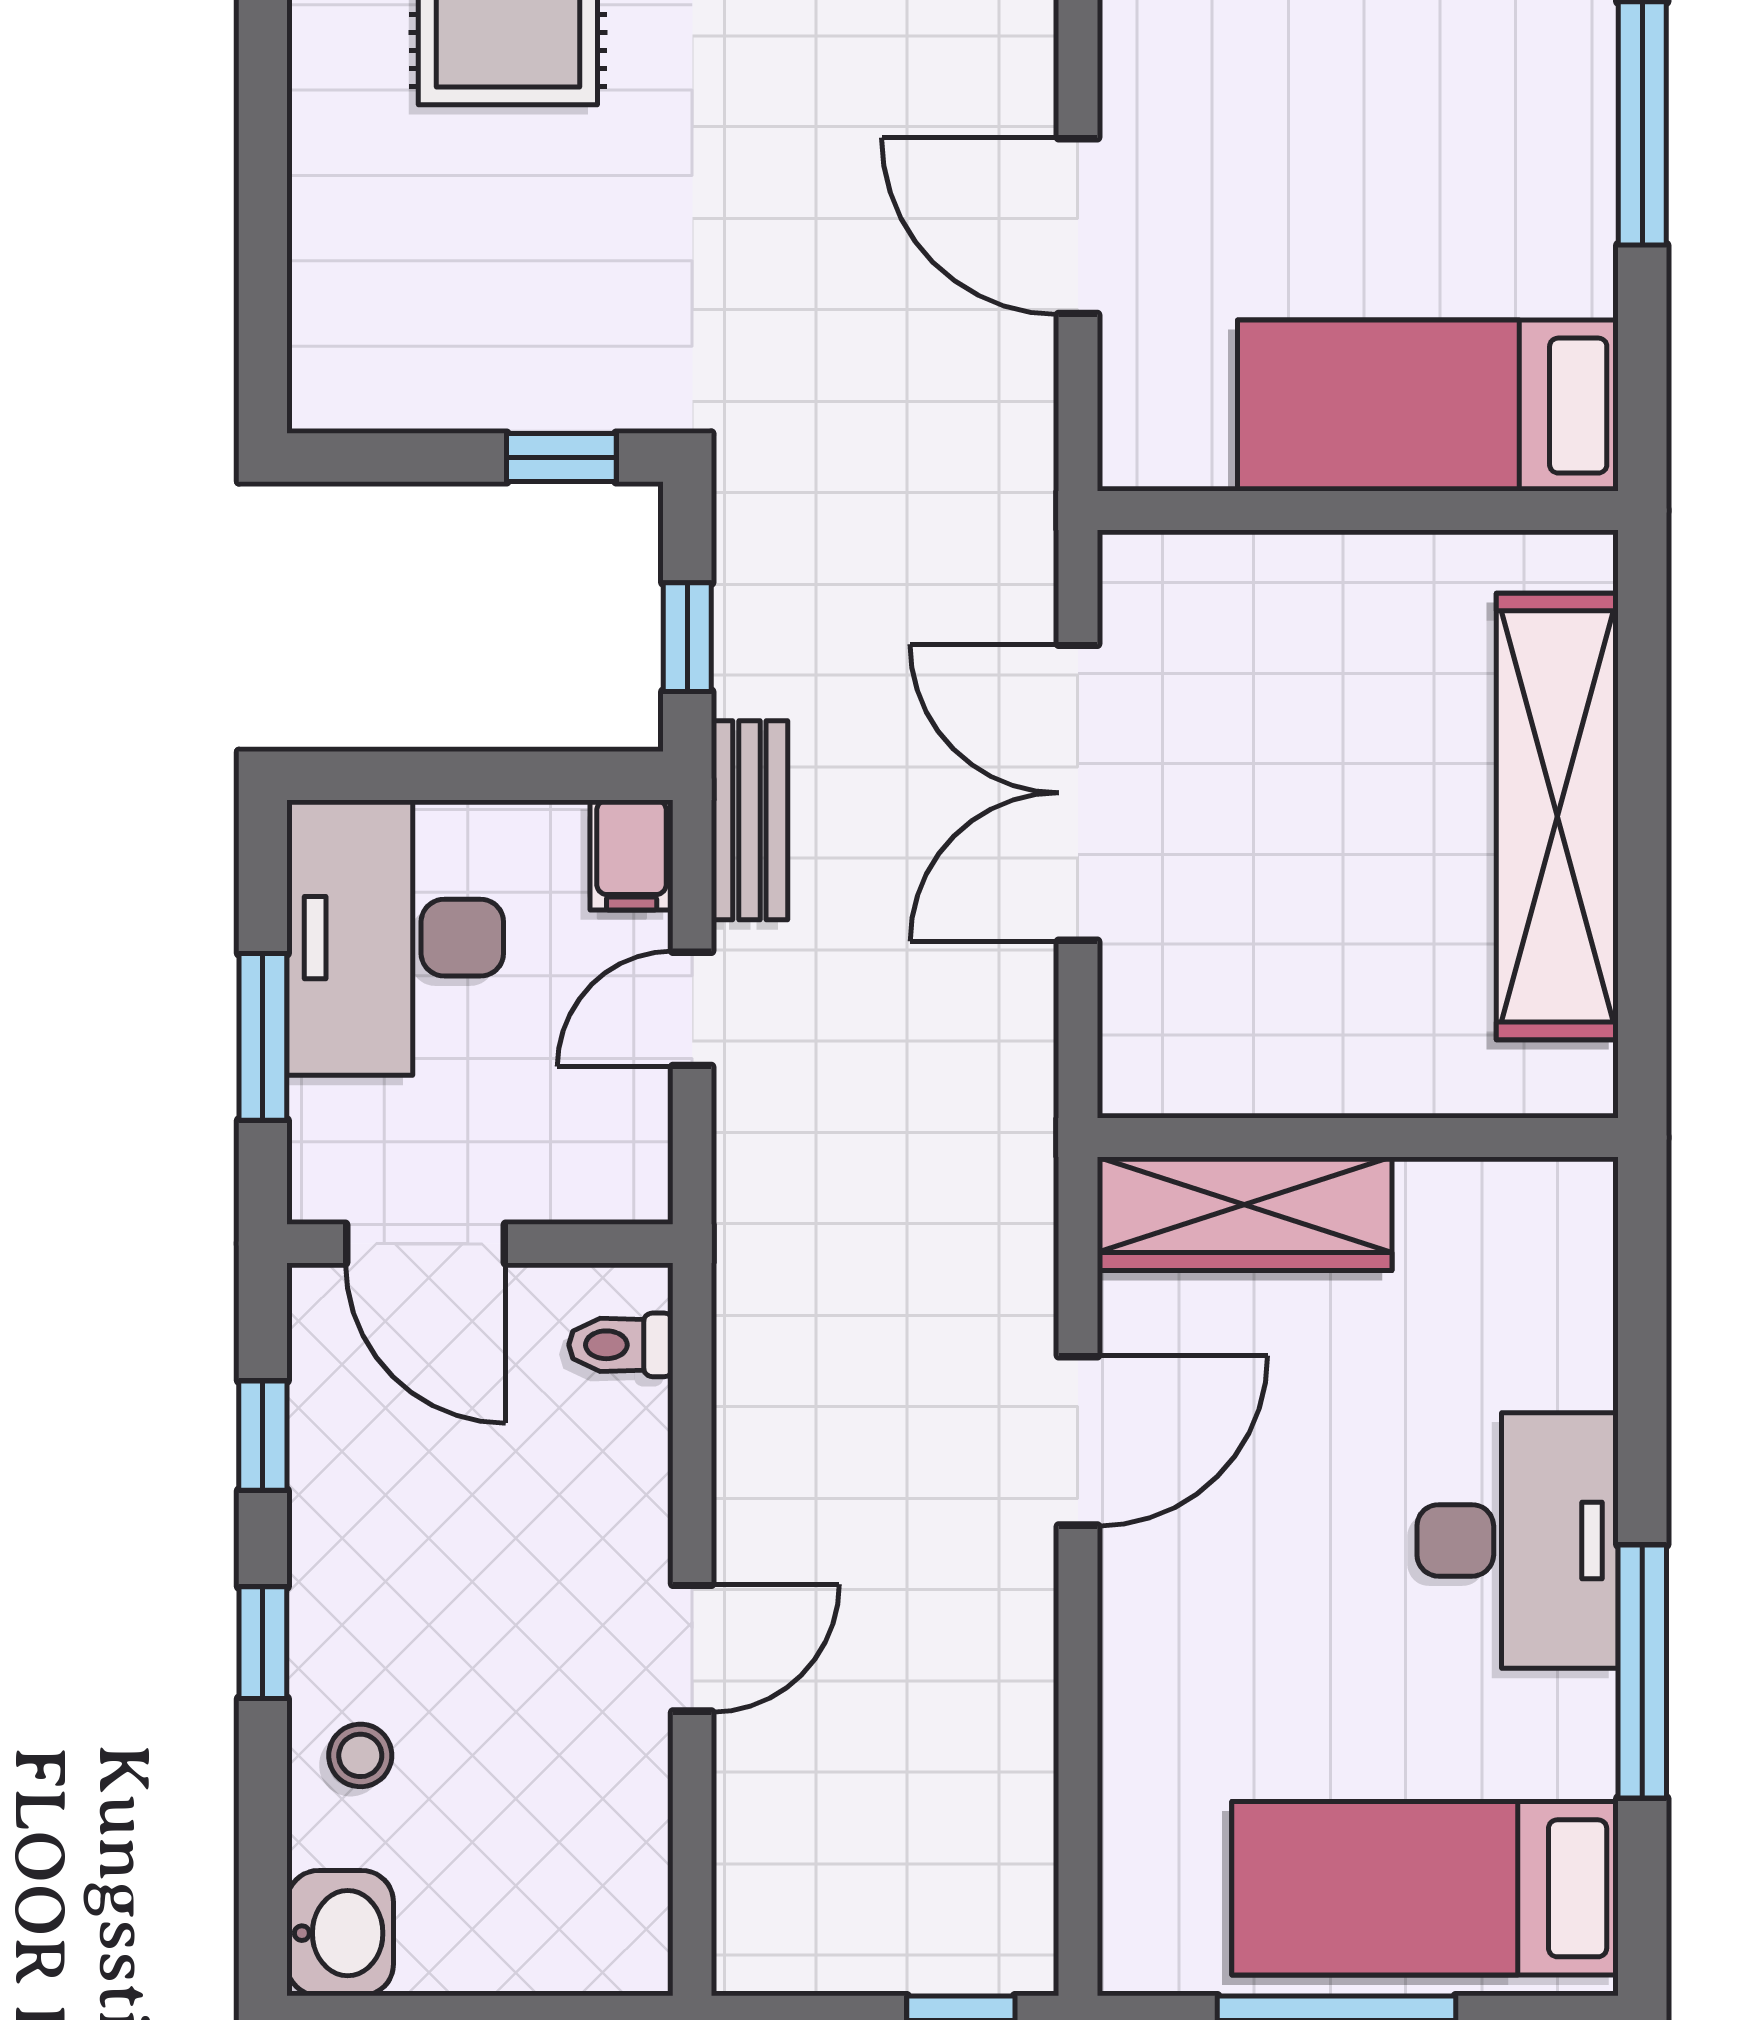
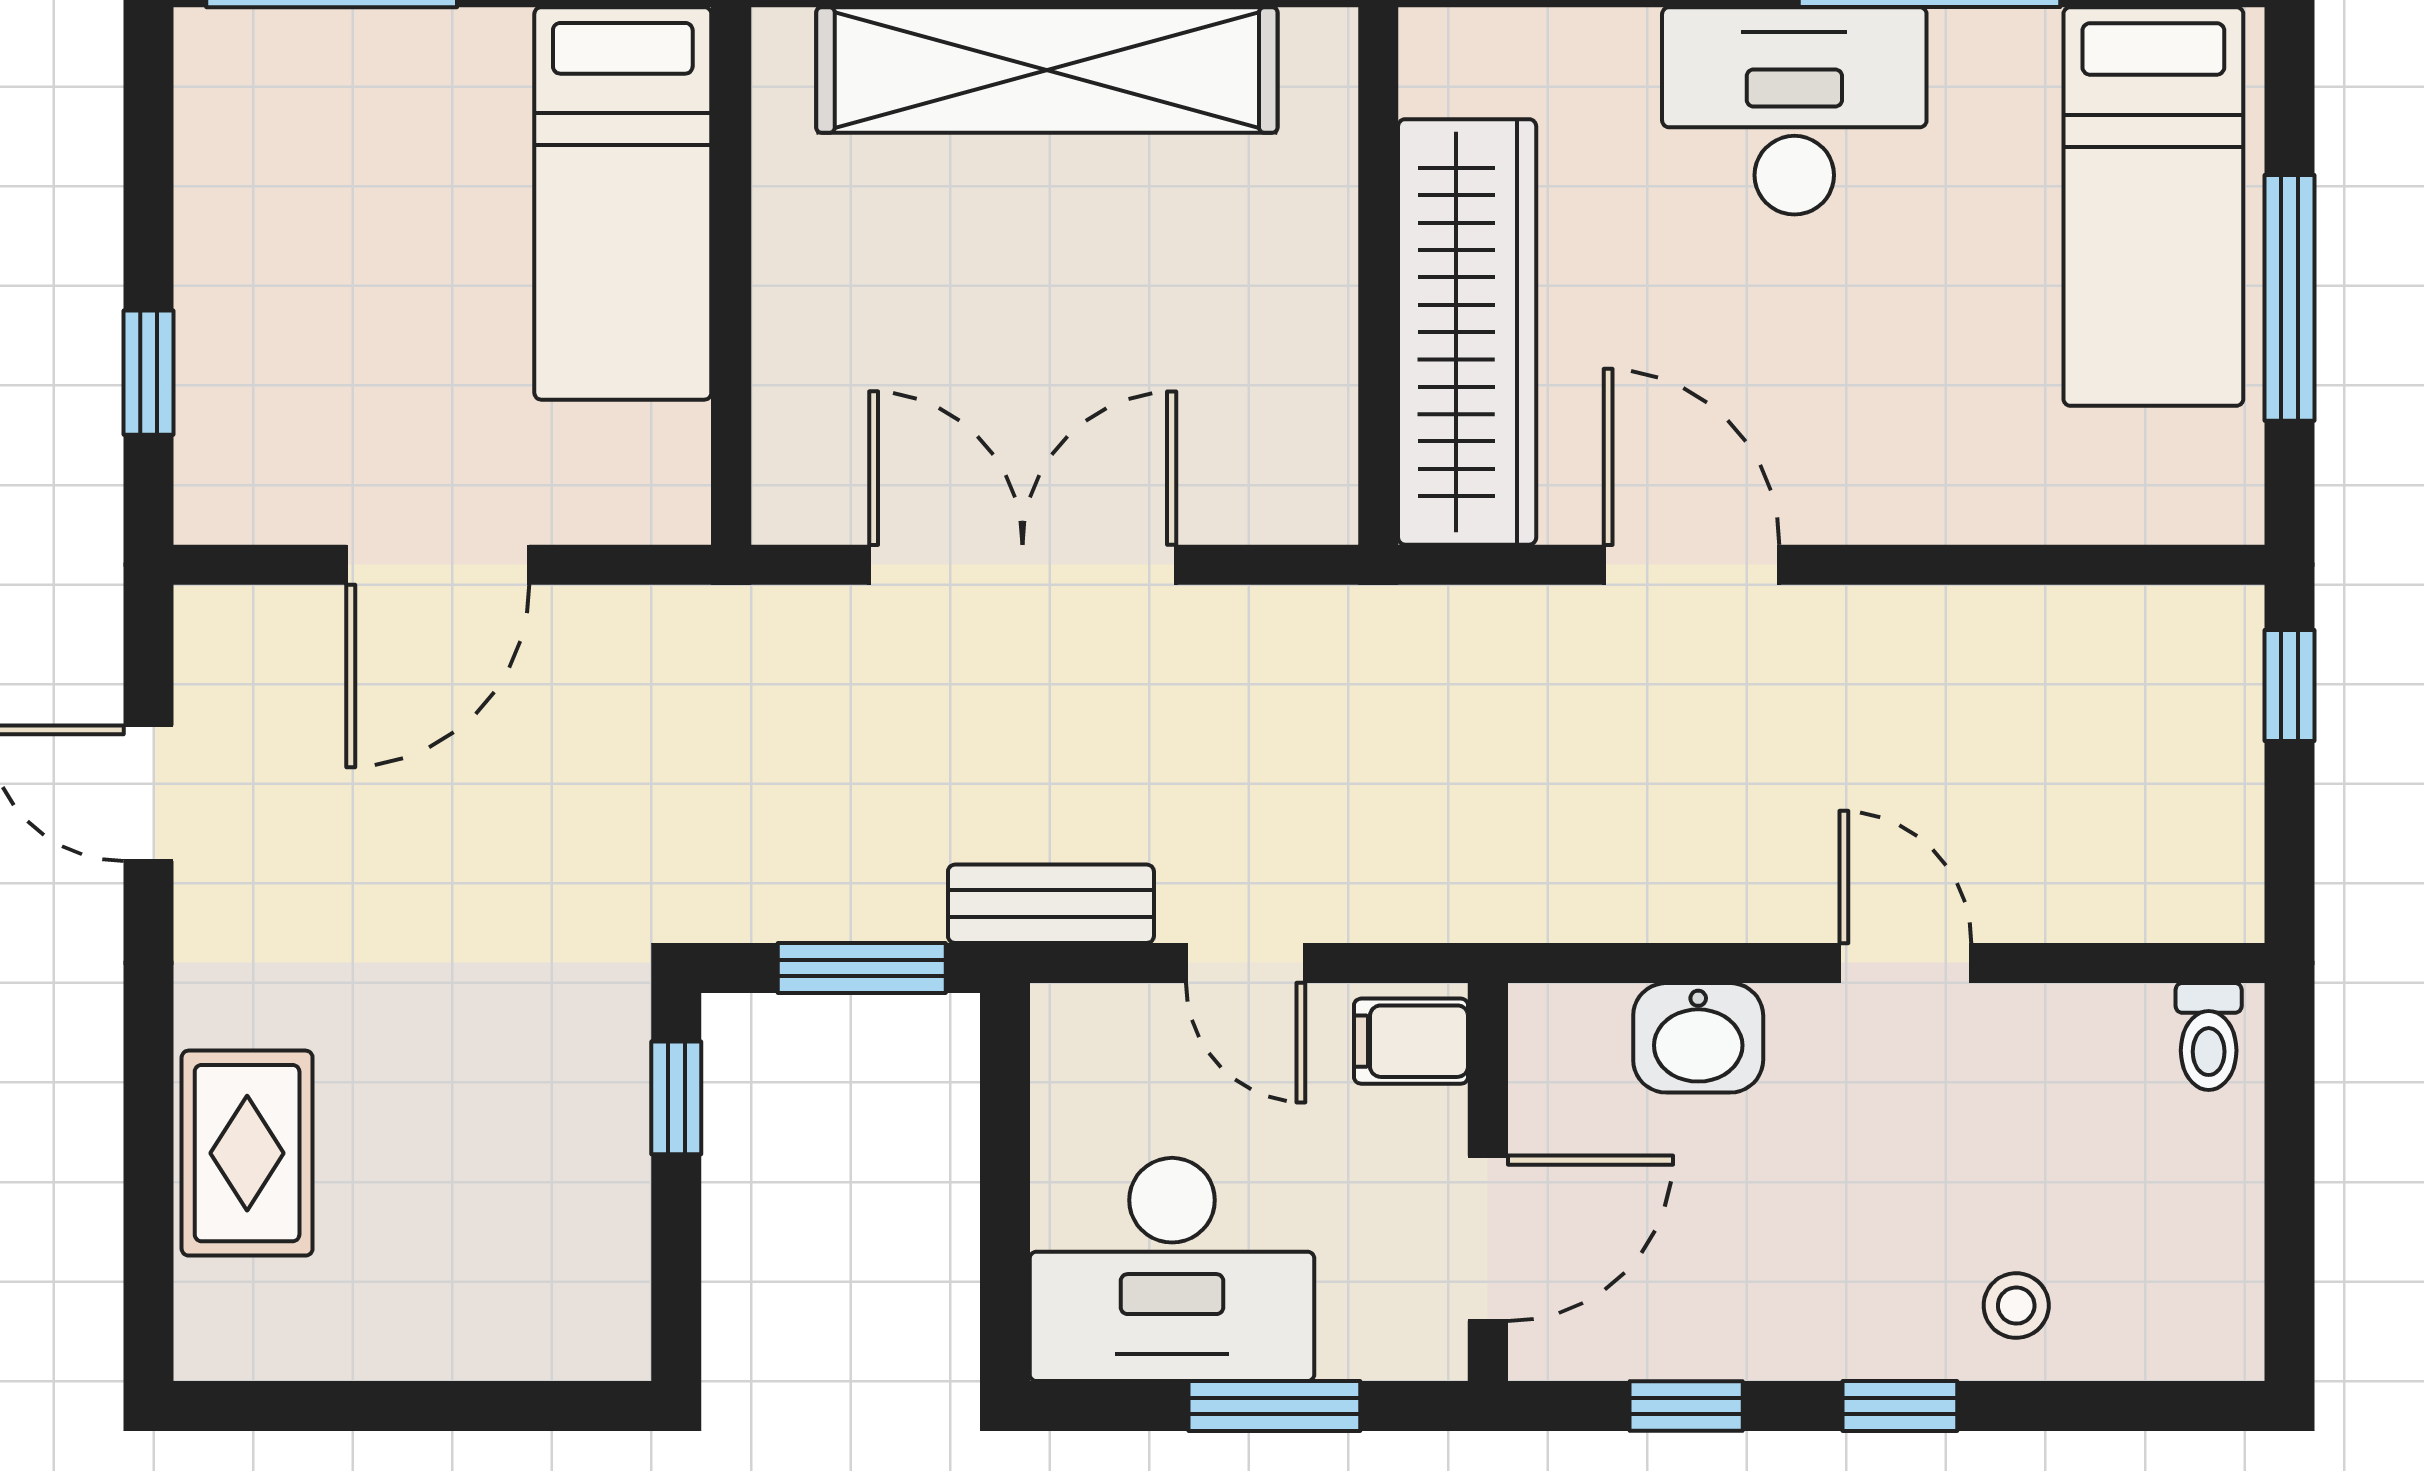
window: (687, 637) -> (862, 968), width x1.50
double door: (1078, 793) -> (1023, 565), swing flipped
filing cabinet: (632, 855) -> (1411, 1041), moved, turned 180
wardrobe: (1245, 1214) -> (1467, 332), width x1.40, depth x1.17
toilet: (621, 1345) -> (2209, 1037), moved
washbasin: (340, 1933) -> (1698, 1038), moved, turned 180

